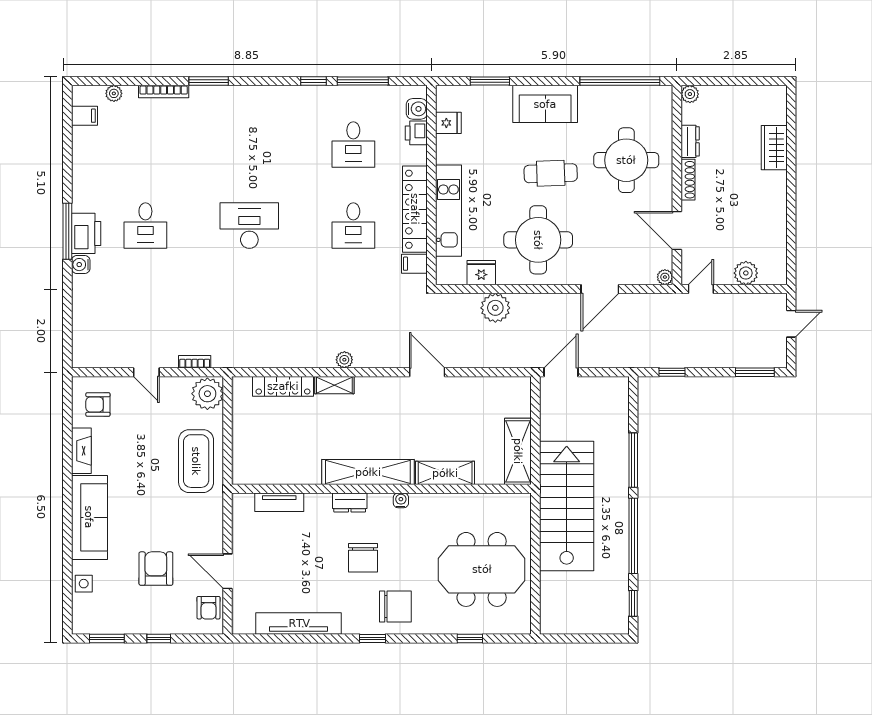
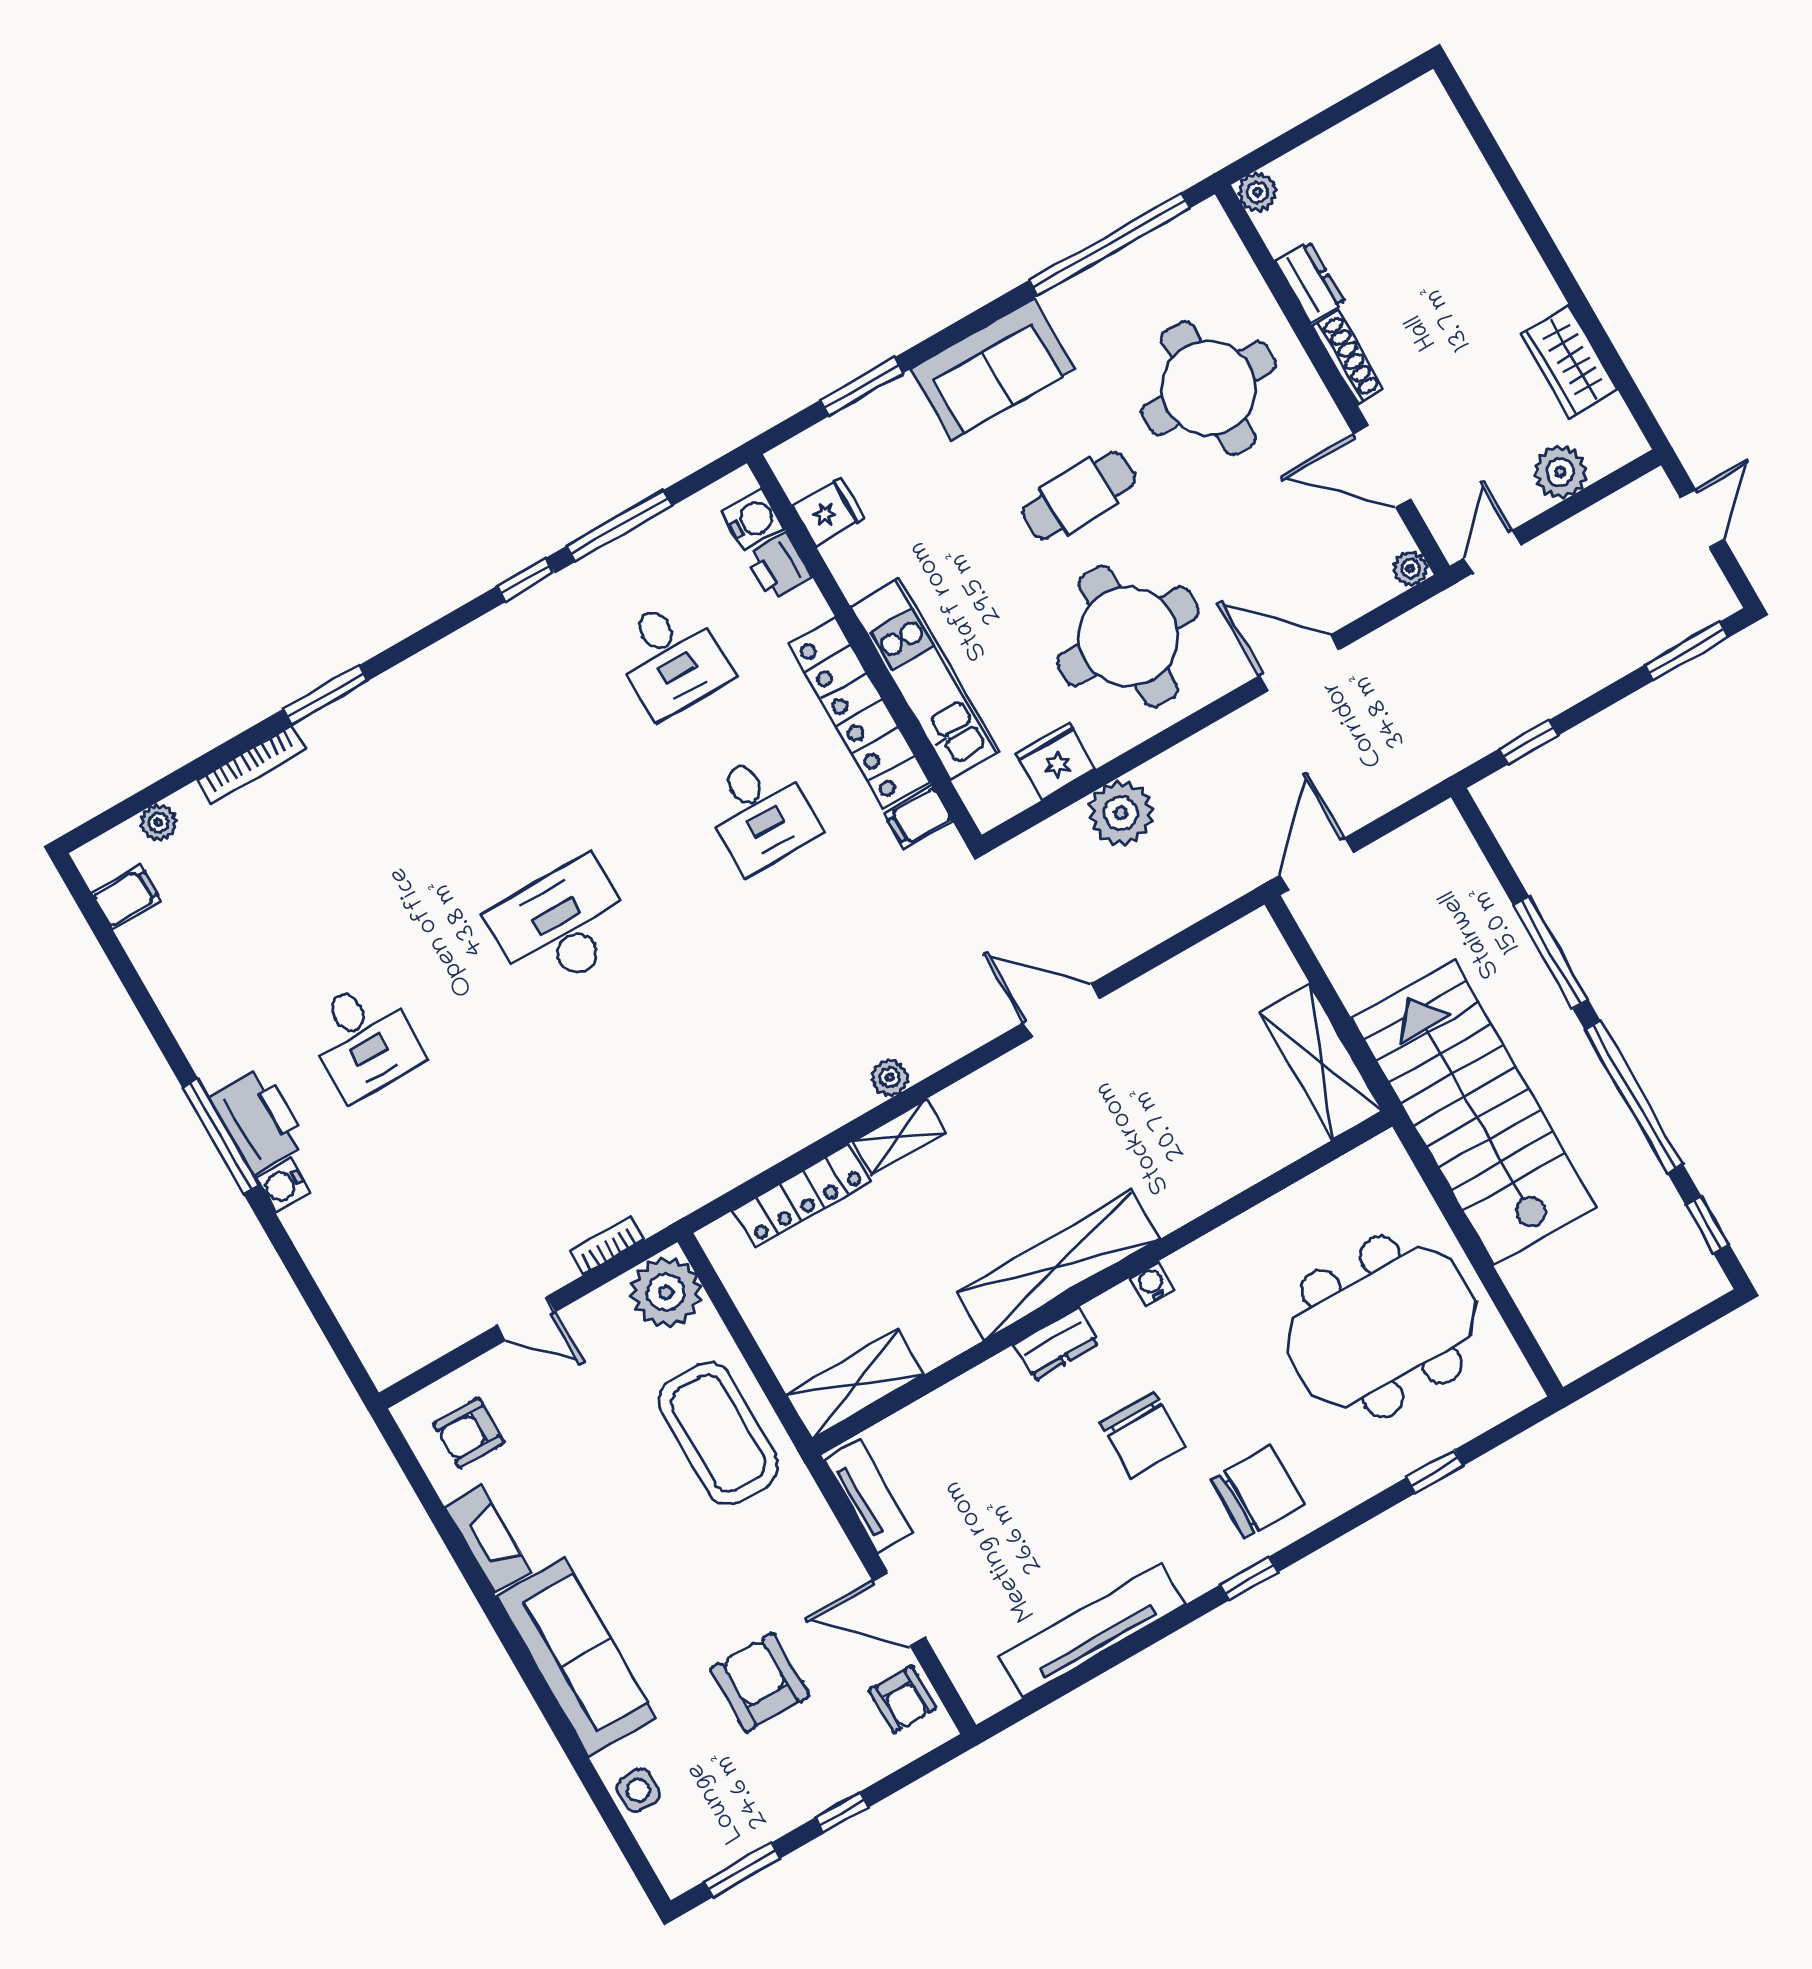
wardrobe: (774, 148) -> (1569, 362), moved
door: (600, 289) -> (1300, 663), swing flipped
shelving: (445, 473) -> (855, 1385), moved
tv unit: (279, 502) -> (869, 1496), moved, turned -90

